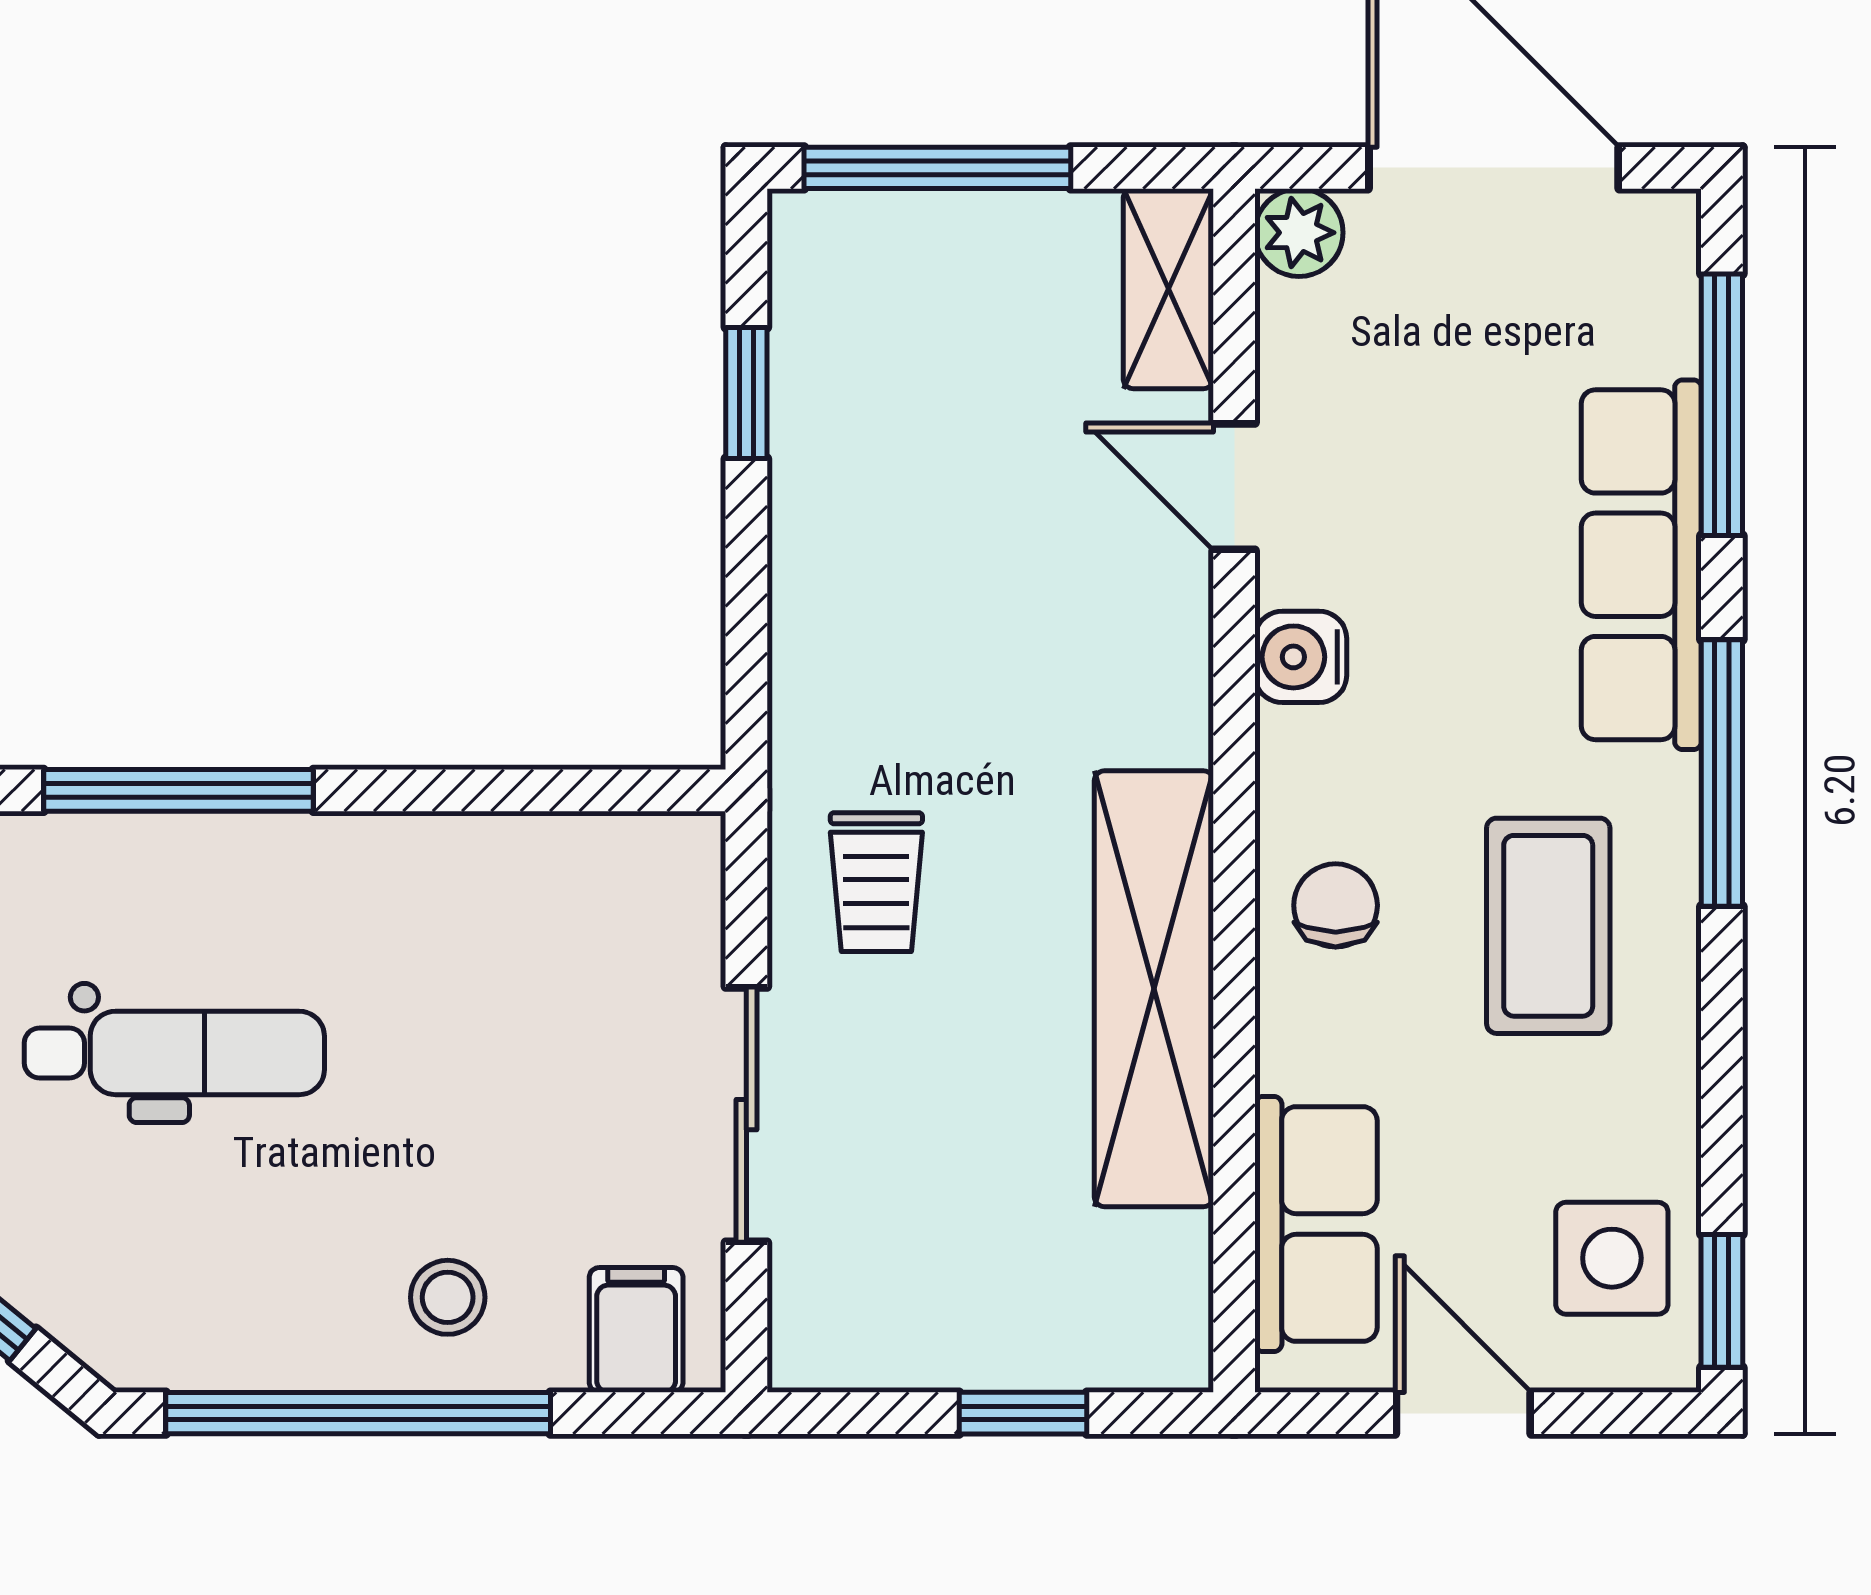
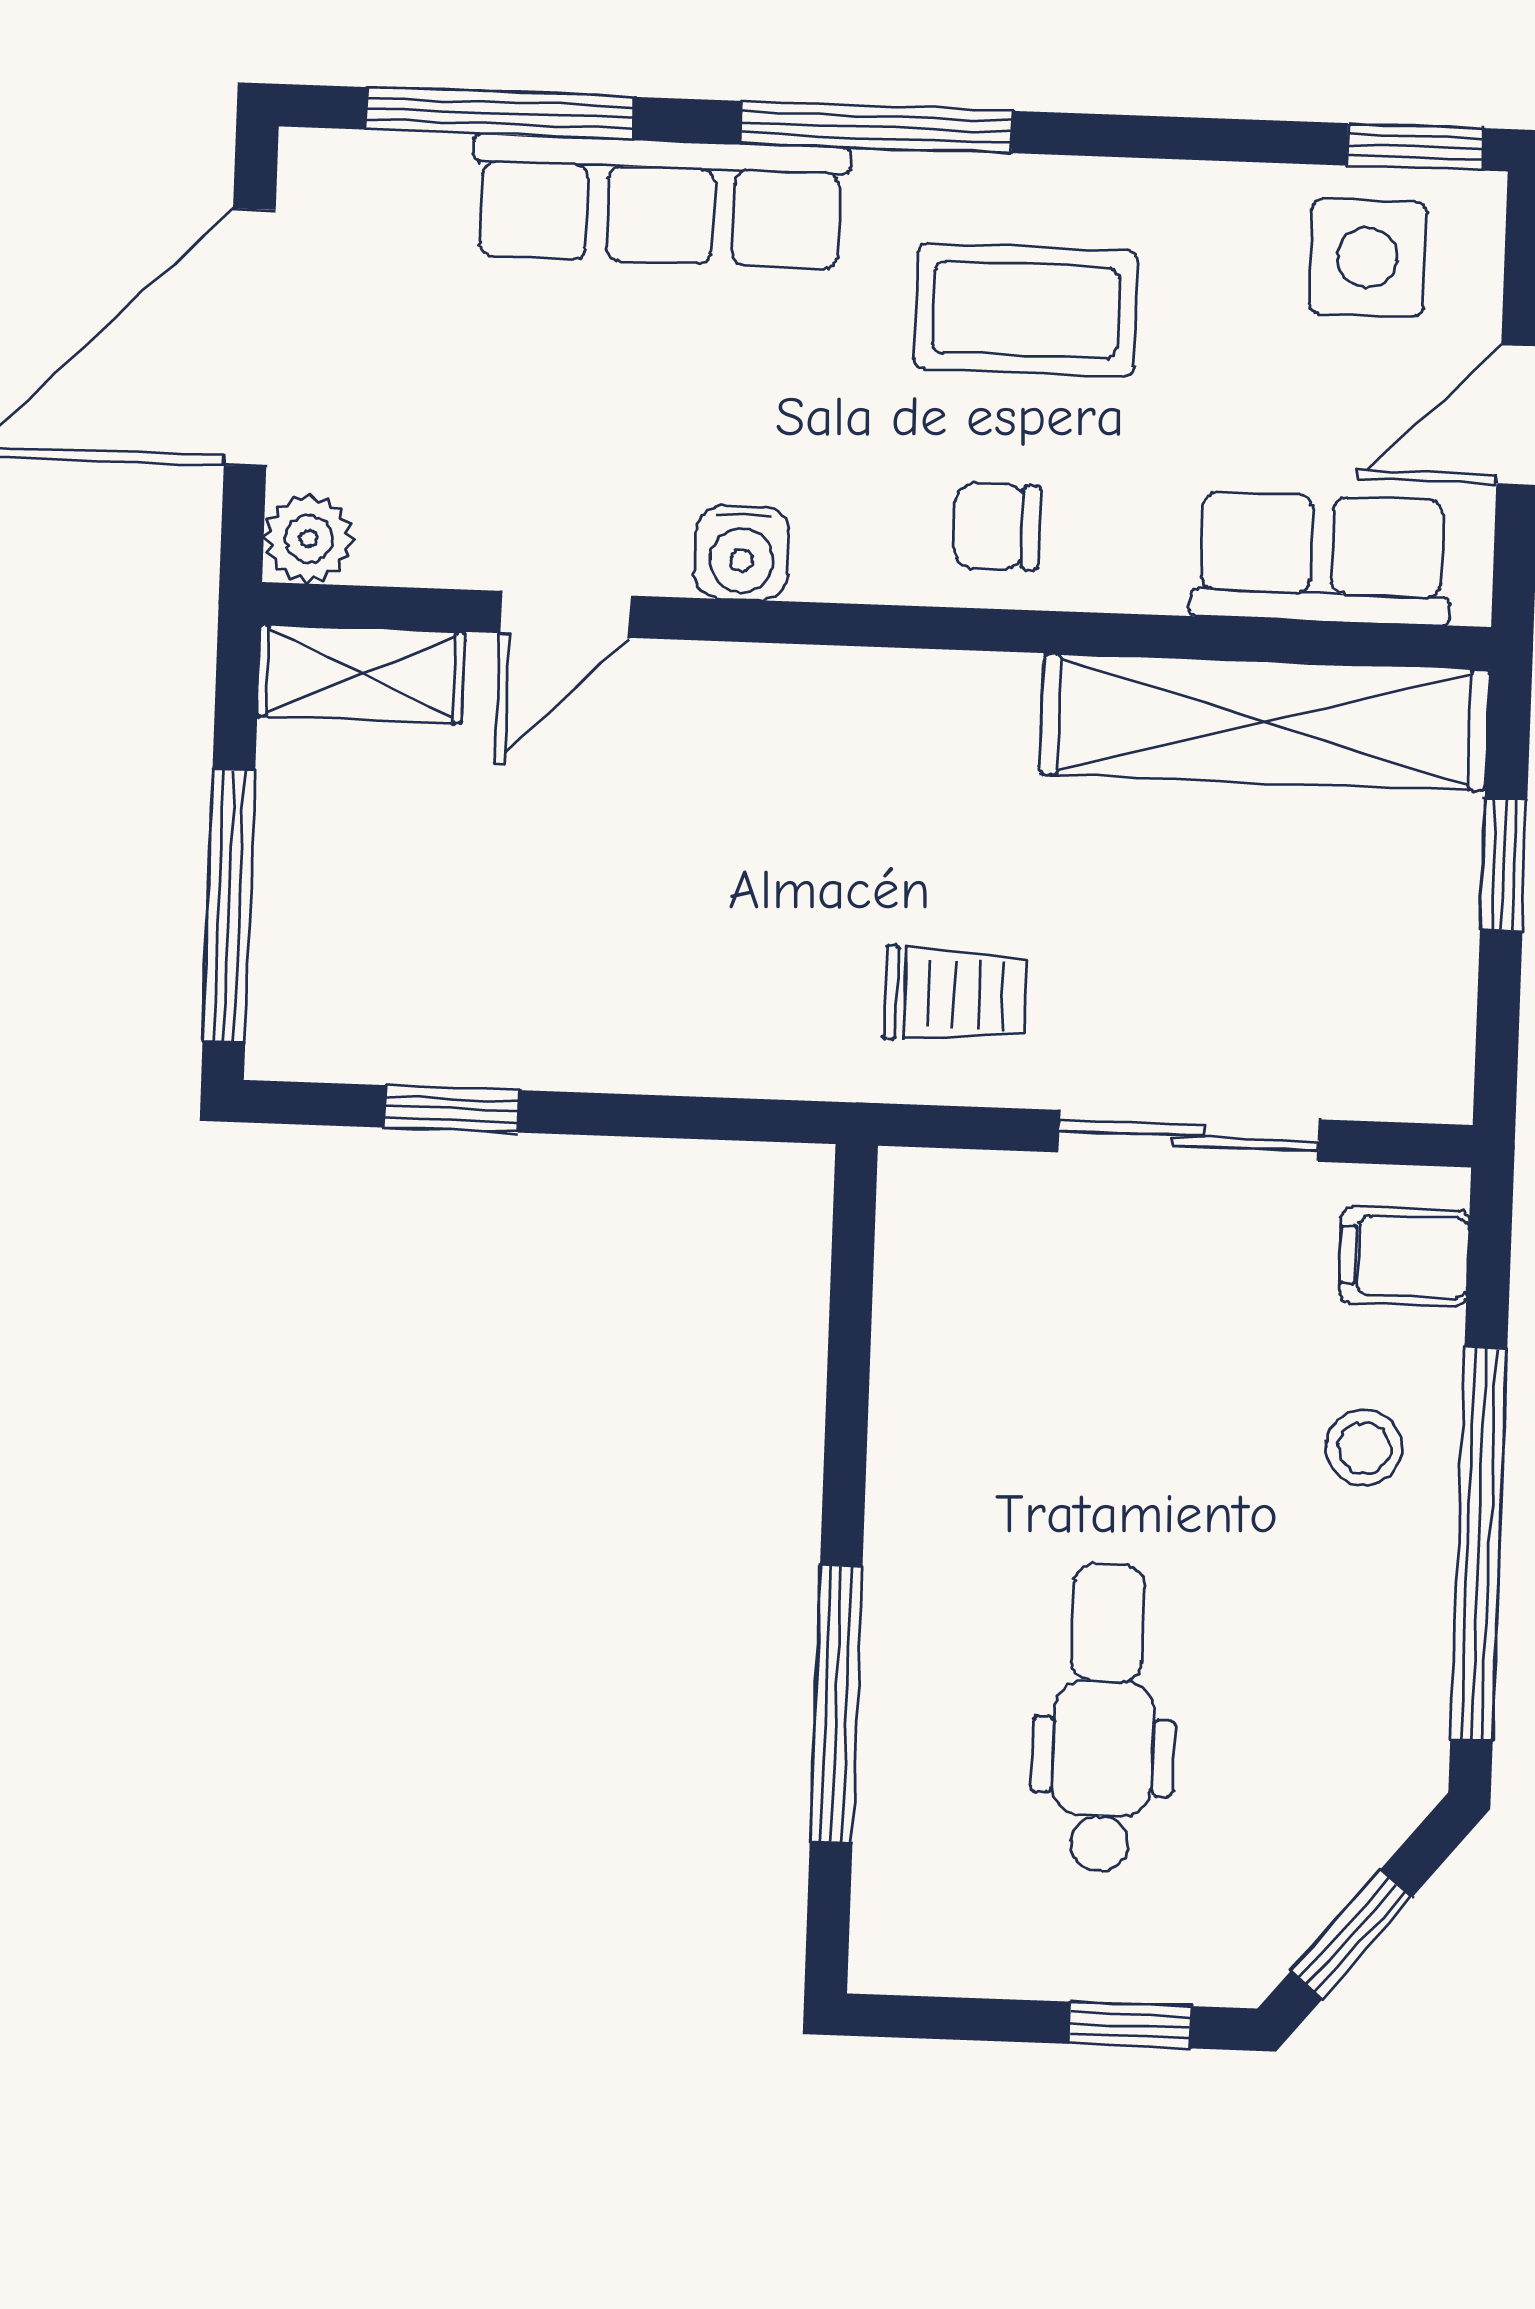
shelving: (1154, 989) -> (1265, 722), moved

